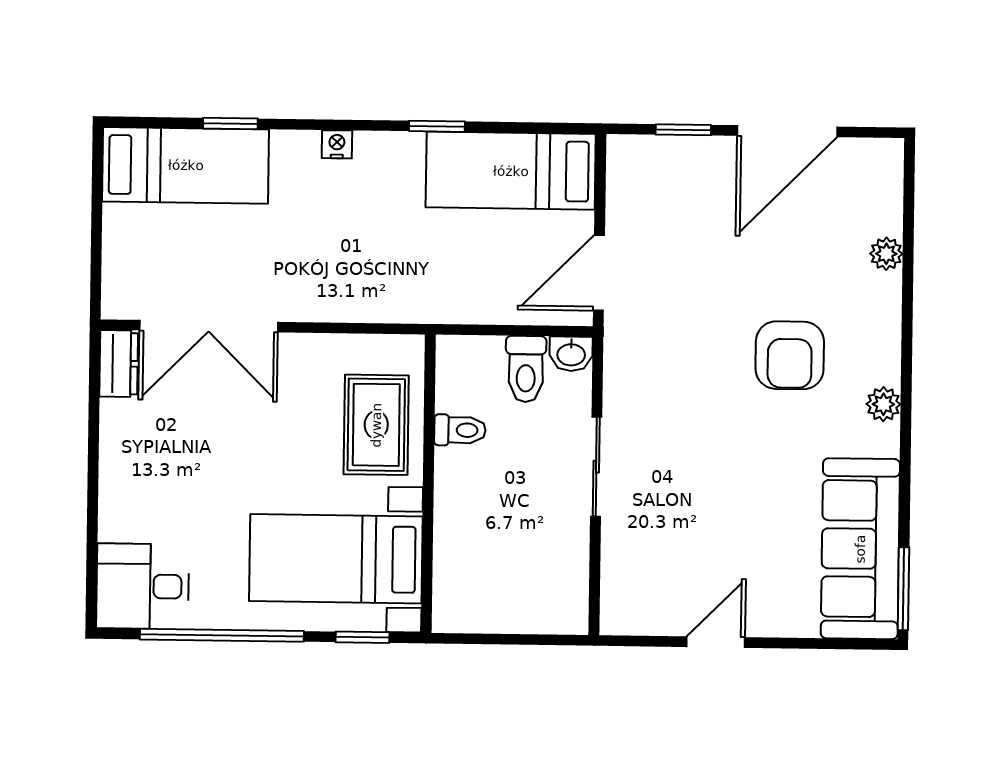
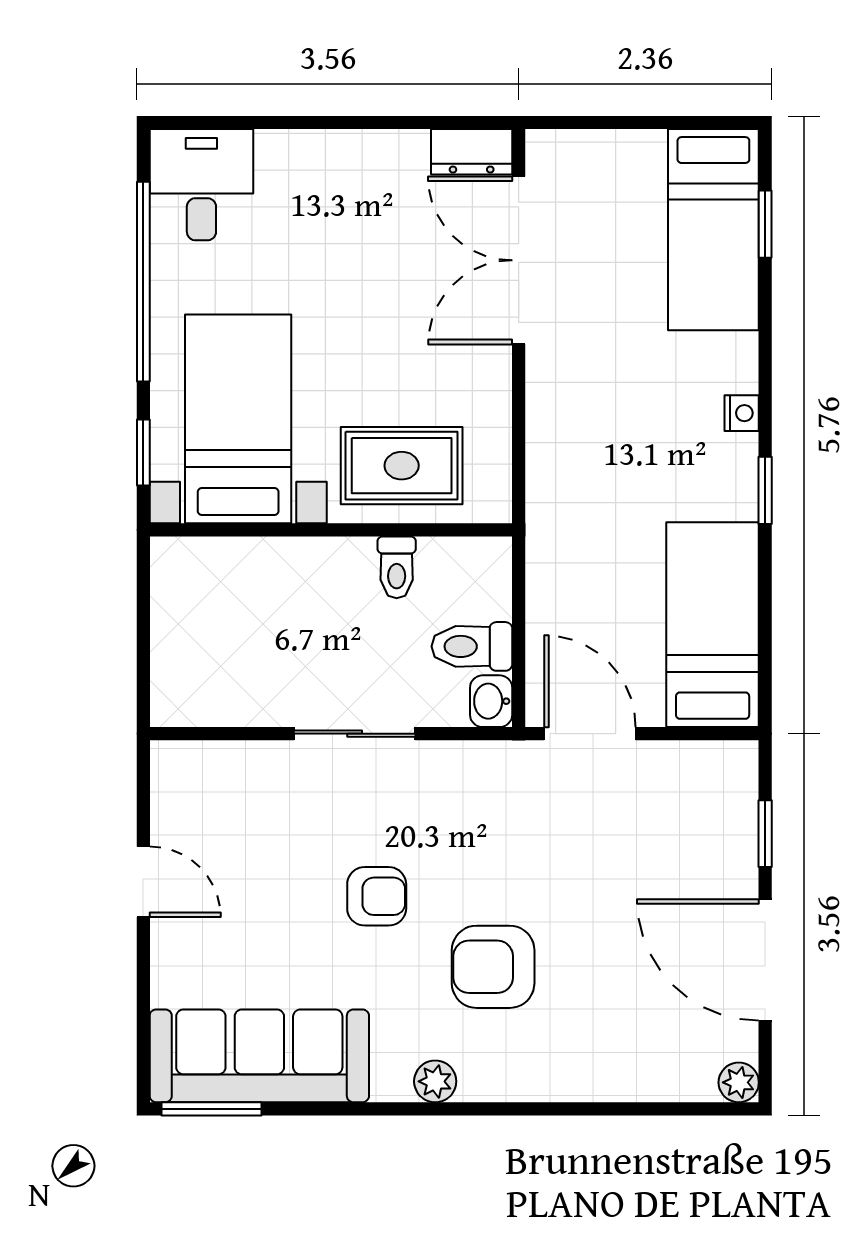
window: (230, 123) -> (765, 224), moved
window: (437, 126) -> (765, 490), moved
plant: (886, 254) -> (739, 1082), moved
armchair: (730, 450) -> (377, 896), added

